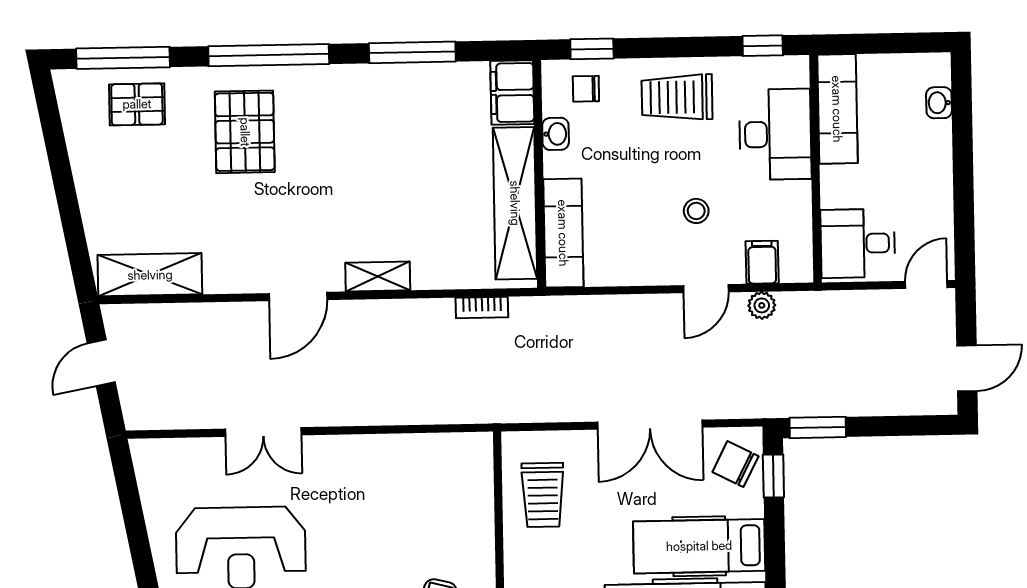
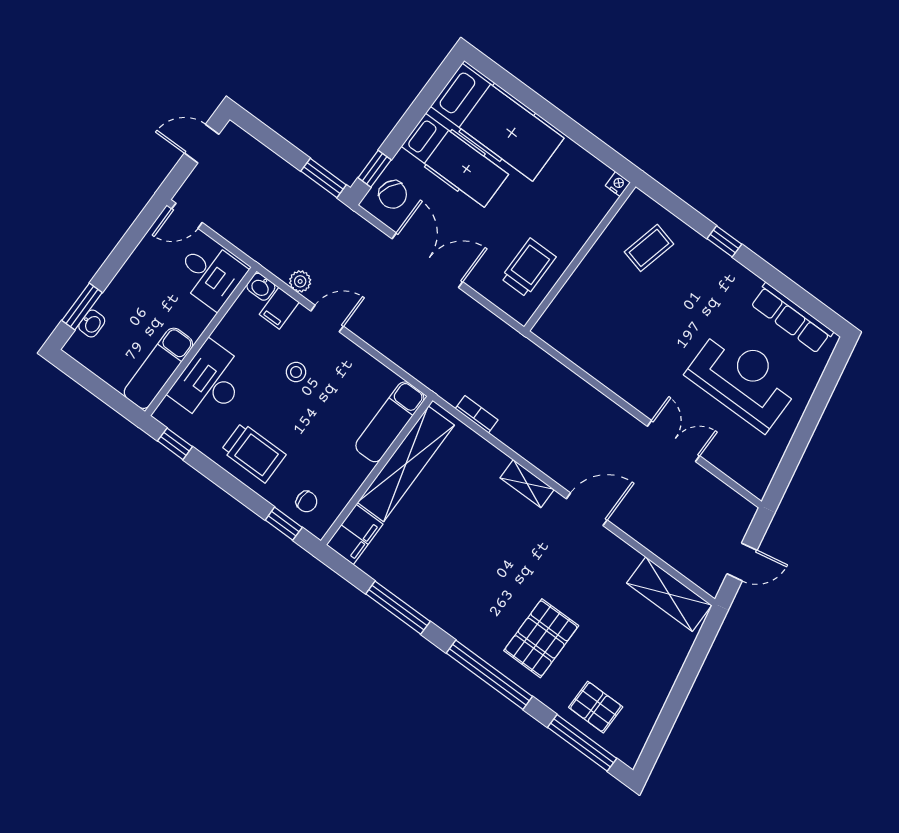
window: (962, 112) -> (82, 306), added
washbasin: (556, 134) -> (261, 287), moved, turned -90

